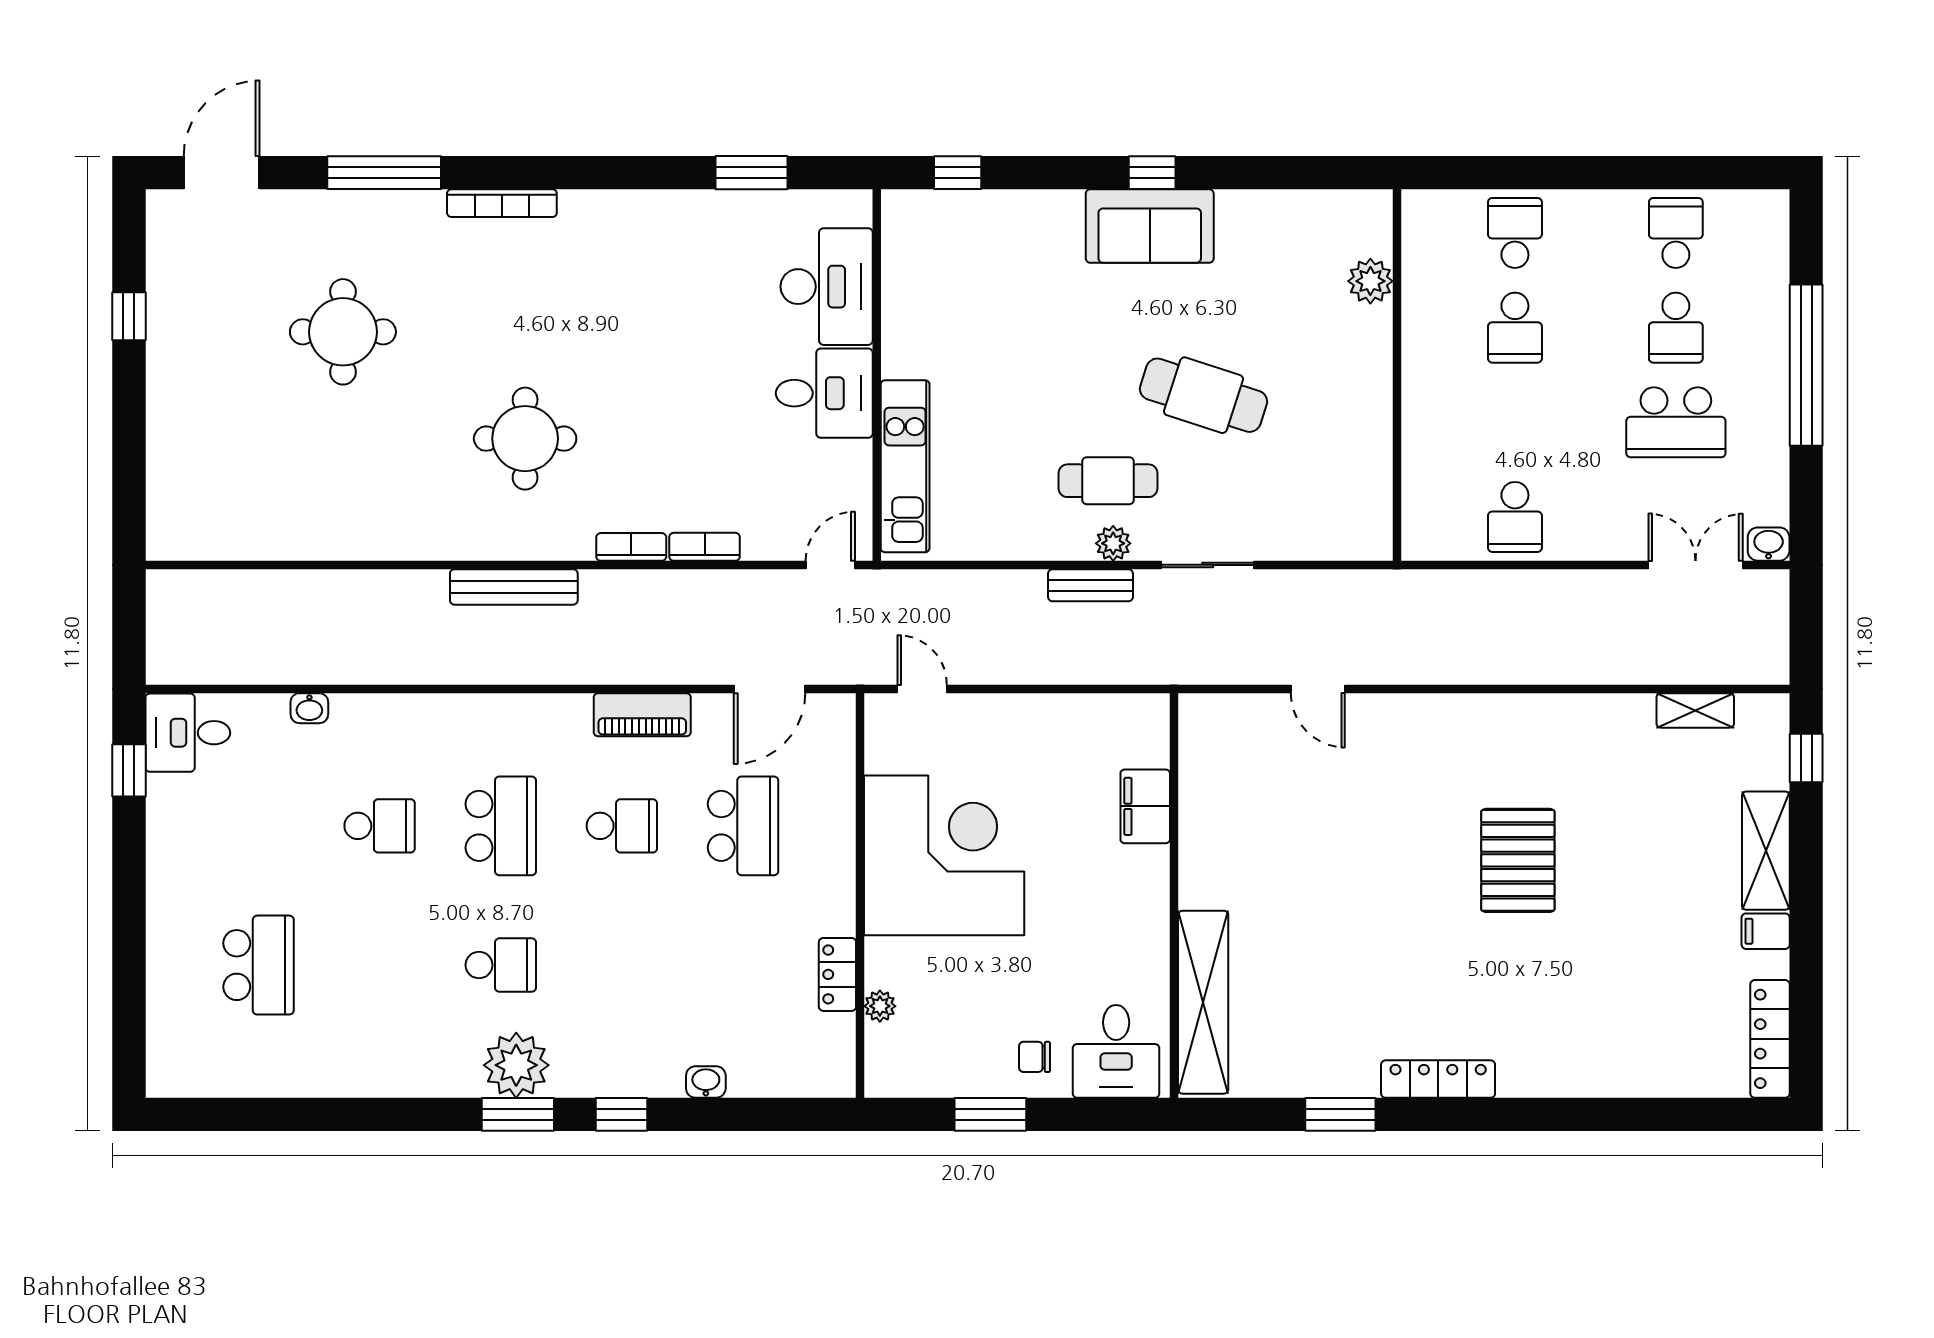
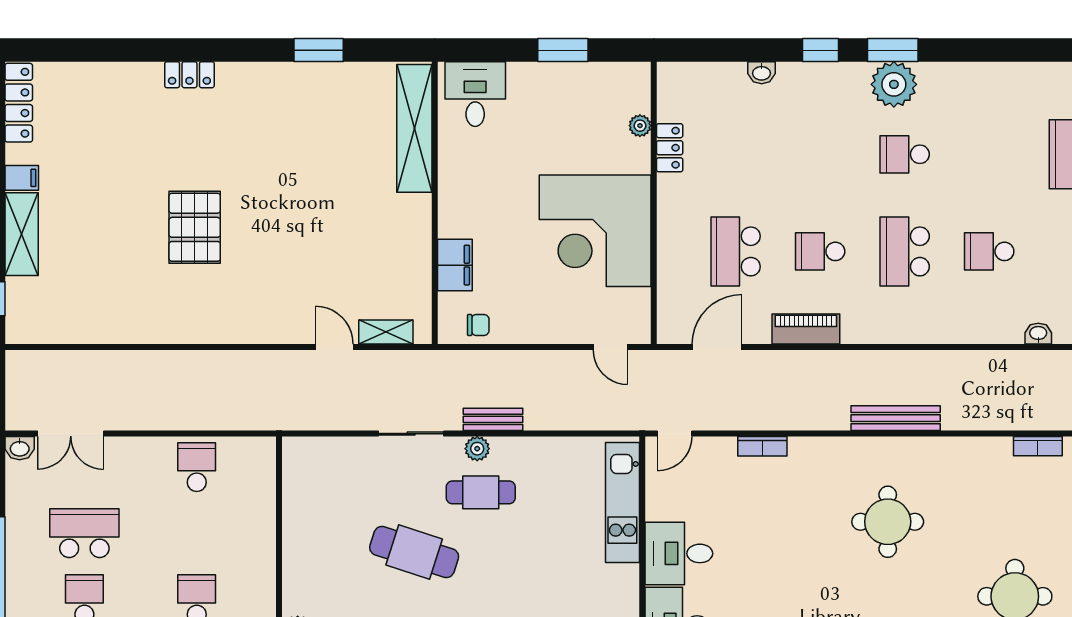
bookcase: (631, 547) -> (1038, 446), moved
shelving: (1695, 710) -> (386, 332), moved
chair: (1035, 1057) -> (478, 325), moved
locker: (1438, 1079) -> (189, 75), moved, width x0.66

